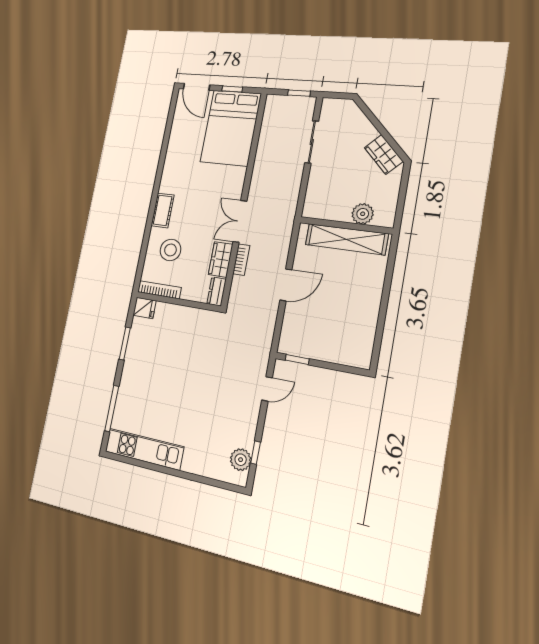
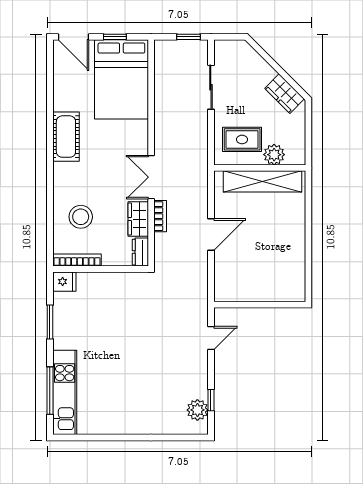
rug: (333, 195) -> (242, 139), added
cot: (163, 210) -> (66, 137), moved, width x1.37, depth x1.34
window: (297, 359) -> (235, 305), removed
kitchen unit: (144, 449) -> (65, 392), moved, turned 90

